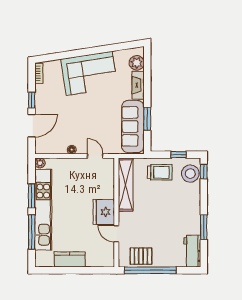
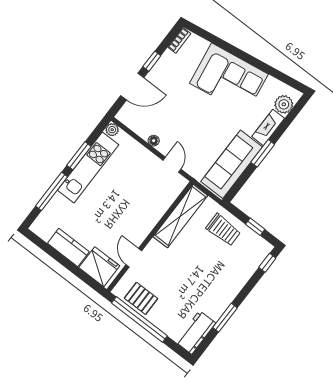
window: (147, 119) -> (263, 153), moved
stool: (190, 174) -> (253, 254), removed
kitchen unit: (43, 210) -> (88, 168), width x0.73
fridge: (104, 212) -> (99, 267), moved, turned 90

